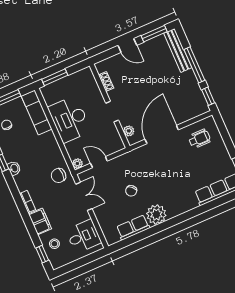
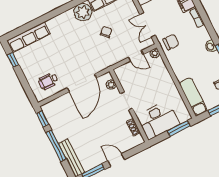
desk: (70, 119) -> (158, 120), moved, turned 90

